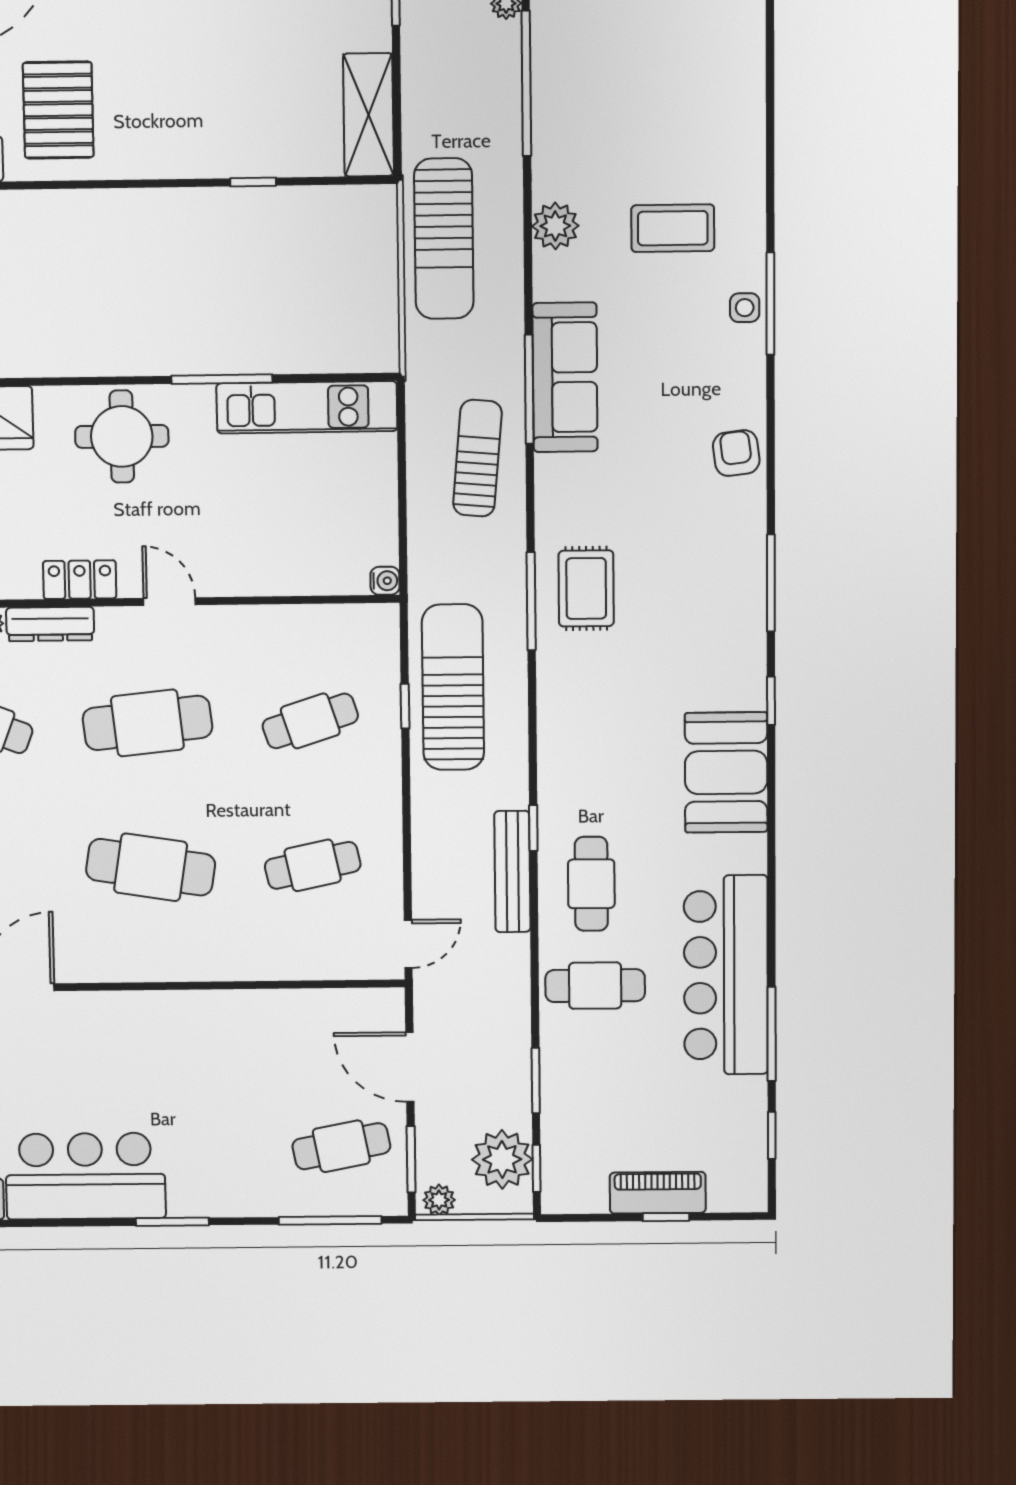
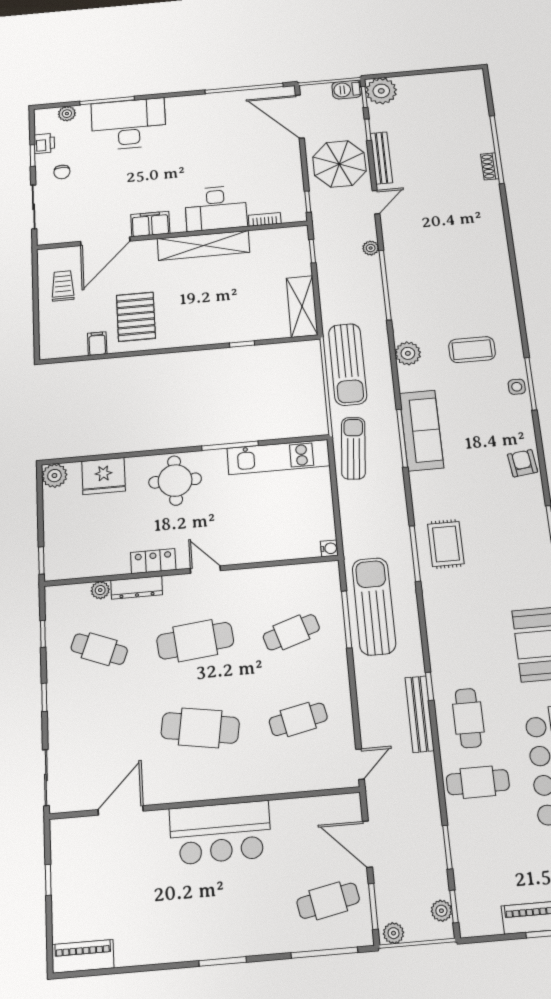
sun lounger: (477, 458) -> (353, 448), moved
window: (405, 706) -> (347, 619), width x2.17
plant: (502, 1159) -> (441, 911), width x0.53, depth x0.53
bar counter: (85, 1176) -> (220, 833), moved, turned 180

